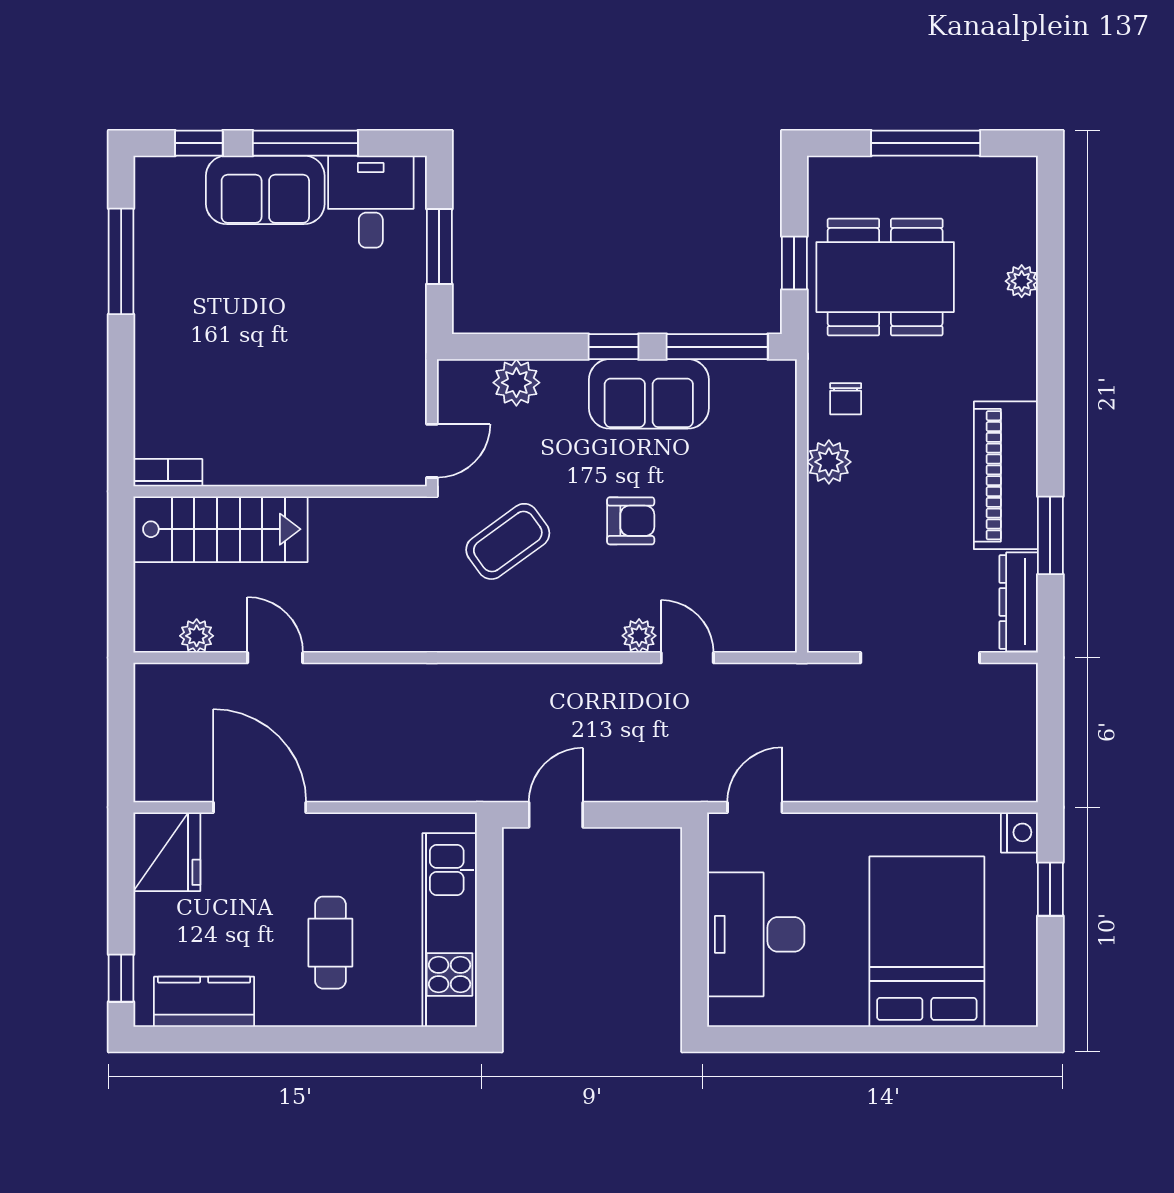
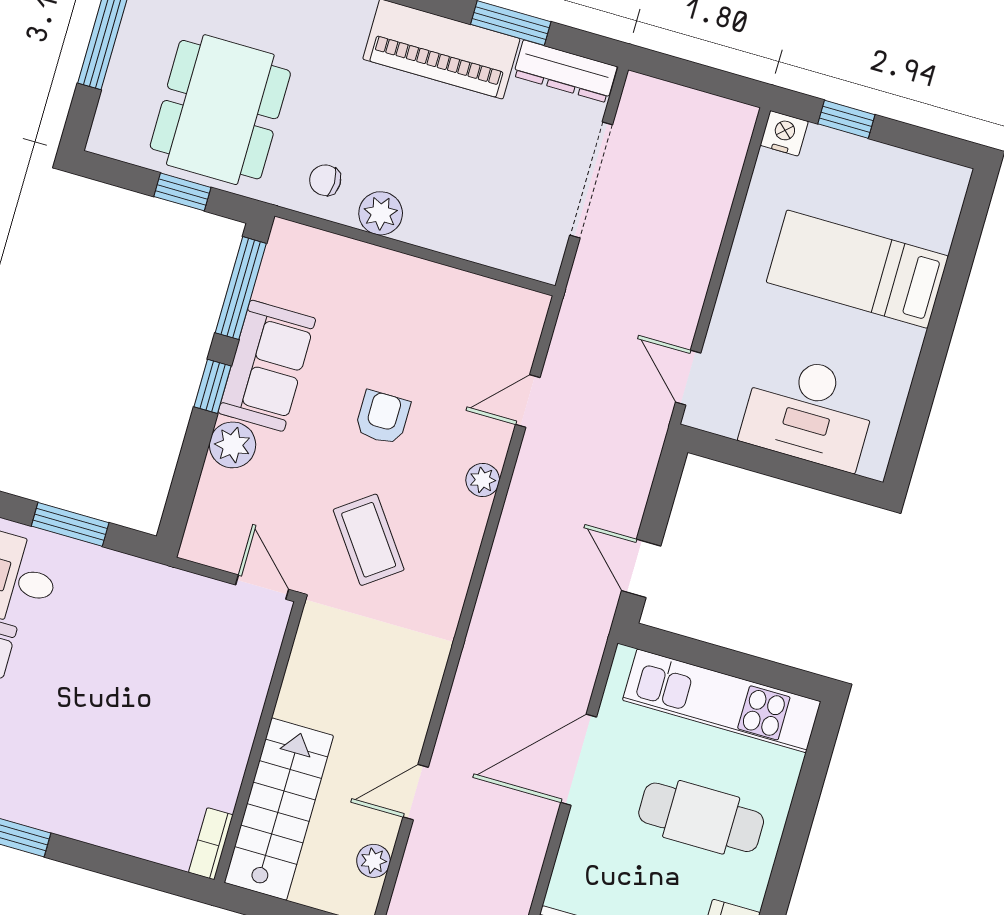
plant: (516, 383) -> (233, 445), moved
chair: (846, 399) -> (325, 180), turned 180
plant: (639, 636) -> (483, 480), moved
door: (260, 807) -> (579, 760), moved
bed: (927, 942) -> (857, 269), width x0.67
cafe table: (330, 943) -> (701, 817), width x1.37, depth x1.35

